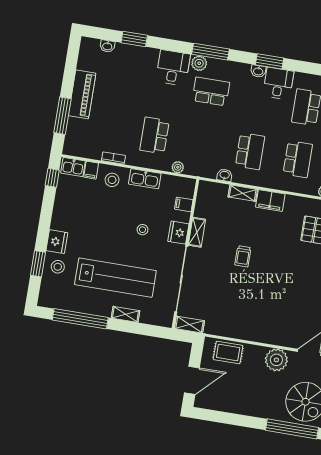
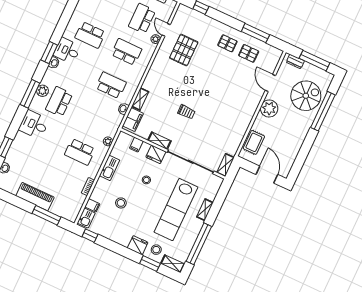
plant: (199, 63) -> (42, 91), moved
stool: (112, 180) -> (121, 203), moved
filing cabinet: (270, 201) -> (133, 120), moved
lab bench: (115, 278) -> (176, 210), turned 180
shelving: (46, 292) -> (173, 264), added

